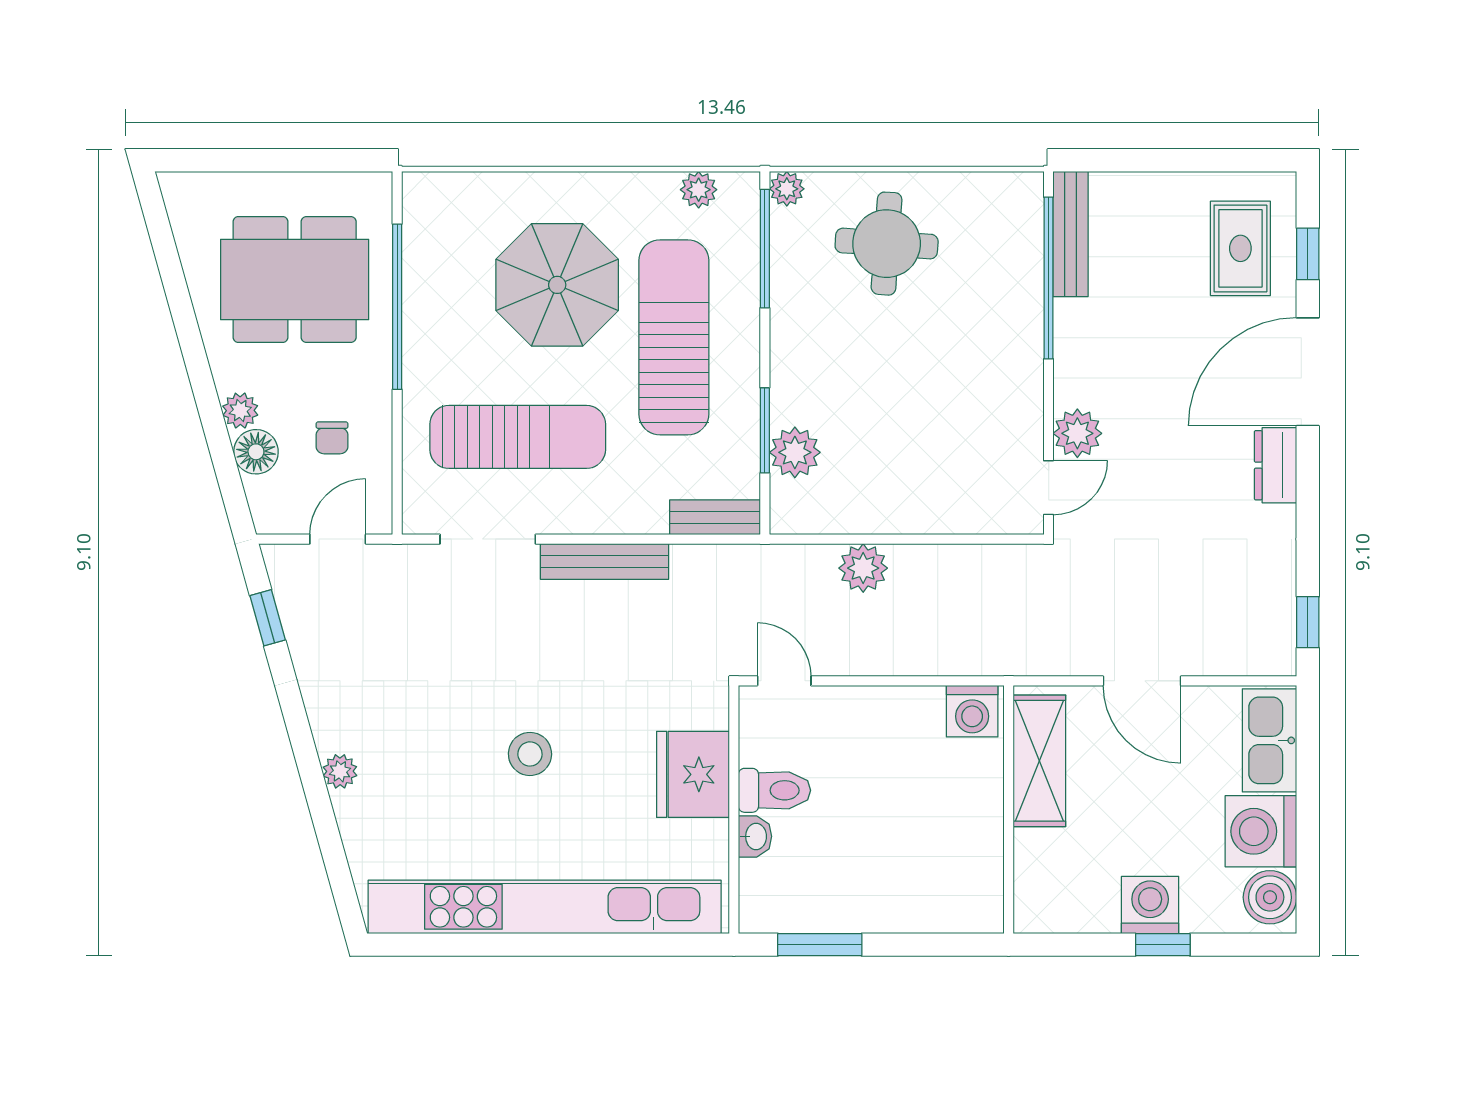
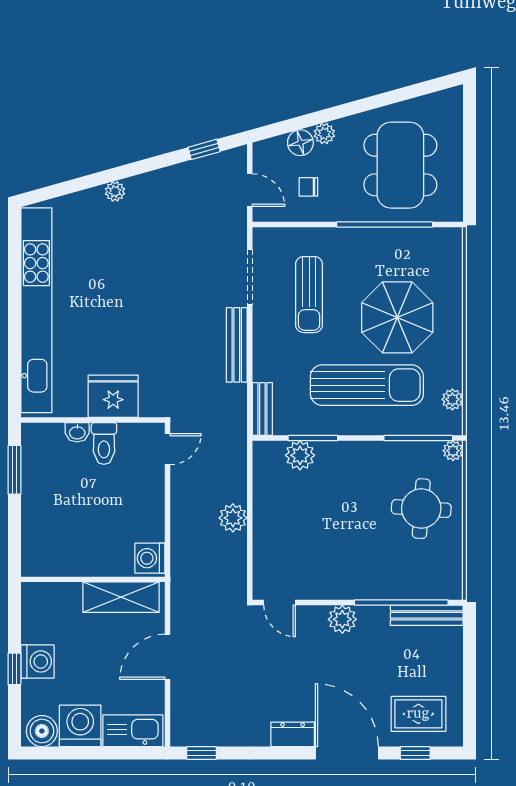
plant: (1077, 433) -> (342, 619), moved
sun lounger: (518, 437) -> (309, 295), width x0.73, depth x0.75
plant: (863, 568) -> (233, 518), moved
stool: (530, 754) -> (125, 302), removed

